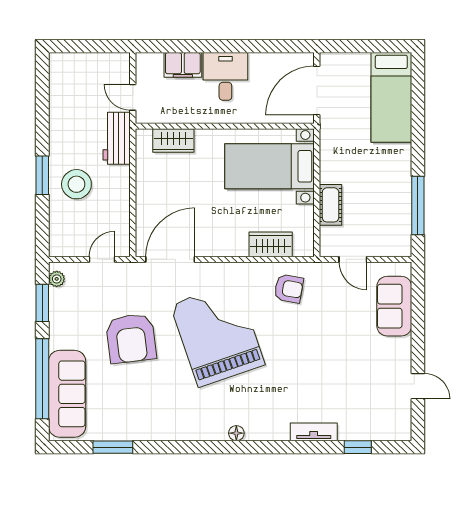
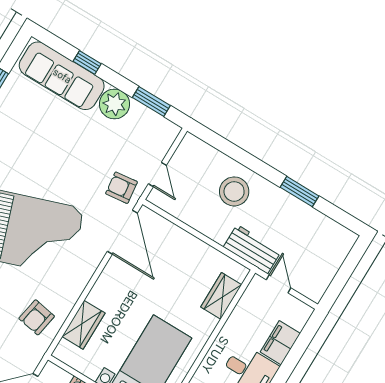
door: (133, 97) -> (279, 284), hinge flipped
window: (42, 175) -> (299, 192), moved
plant: (57, 279) -> (114, 104), moved, width x1.88, depth x1.88
armchair: (131, 338) -> (121, 188), moved, width x0.53, depth x0.53
window: (42, 379) -> (87, 62), width x0.32

